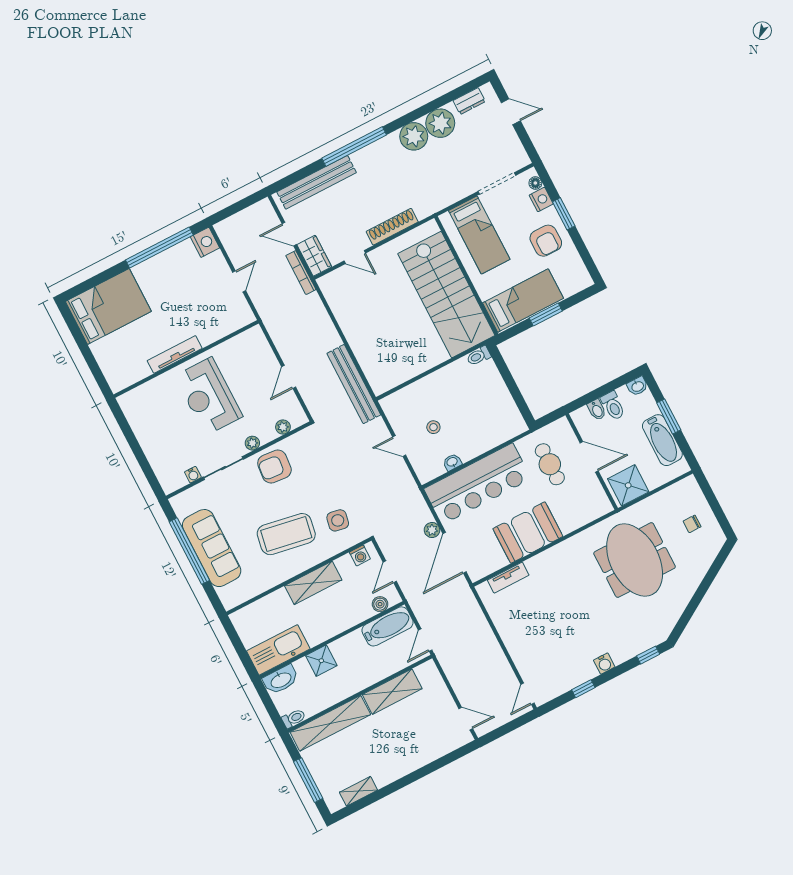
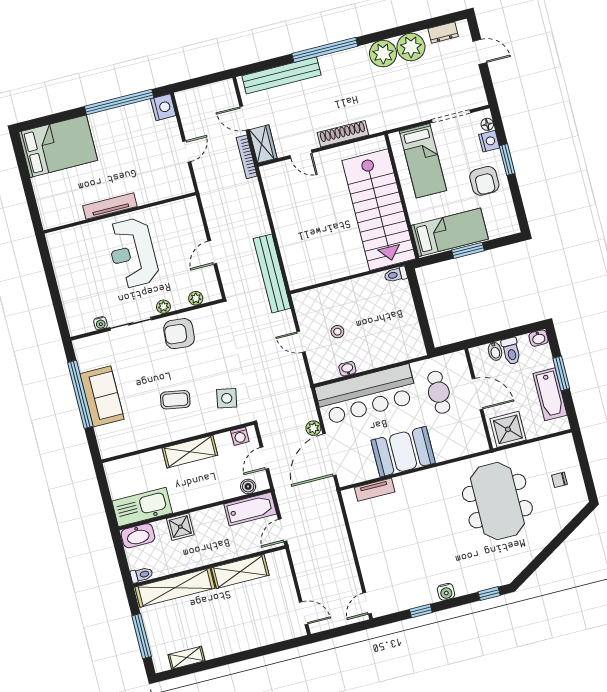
coffee table: (286, 534) -> (175, 400), width x0.54, depth x0.58
sofa: (212, 548) -> (102, 396), width x0.73

